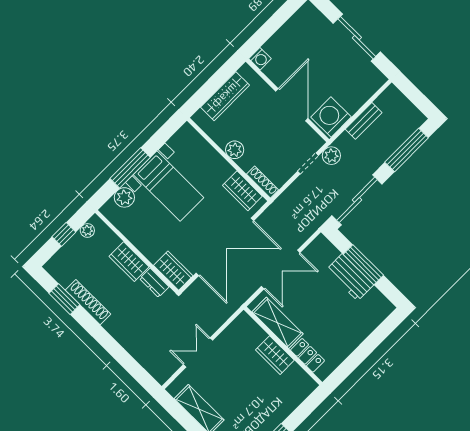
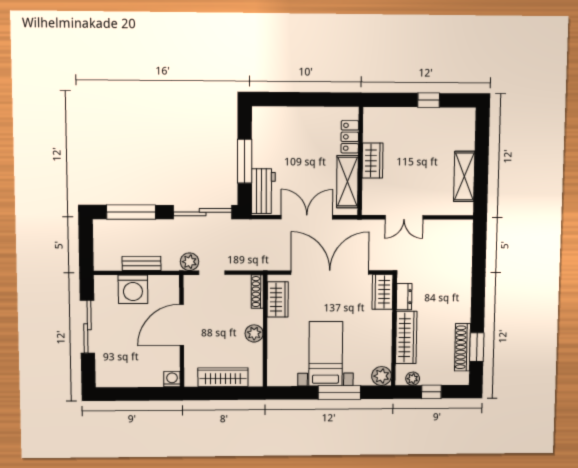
washing machine: (331, 117) -> (133, 289), moved
plant: (124, 197) -> (382, 376), moved
wardrobe: (129, 262) -> (406, 337), width x1.50
workbench: (350, 277) -> (263, 191), moved
shoe rack: (88, 302) -> (462, 347), moved
double door: (198, 352) -> (404, 217), moved

